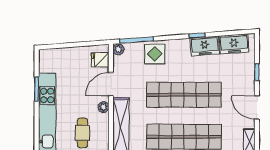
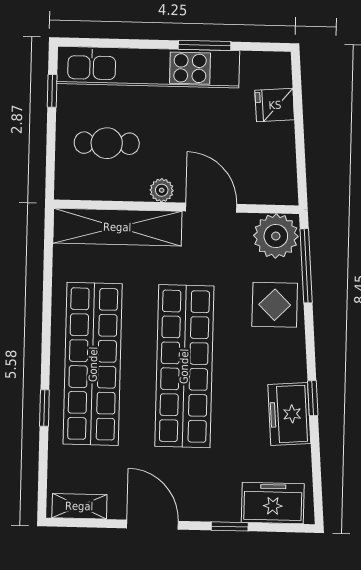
freezer: (234, 44) -> (273, 503), moved, turned 94
plant: (118, 49) -> (276, 236), width x1.88, depth x1.88
fridge: (100, 60) -> (275, 105), moved, turned -94
door: (257, 108) -> (153, 525), hinge flipped

